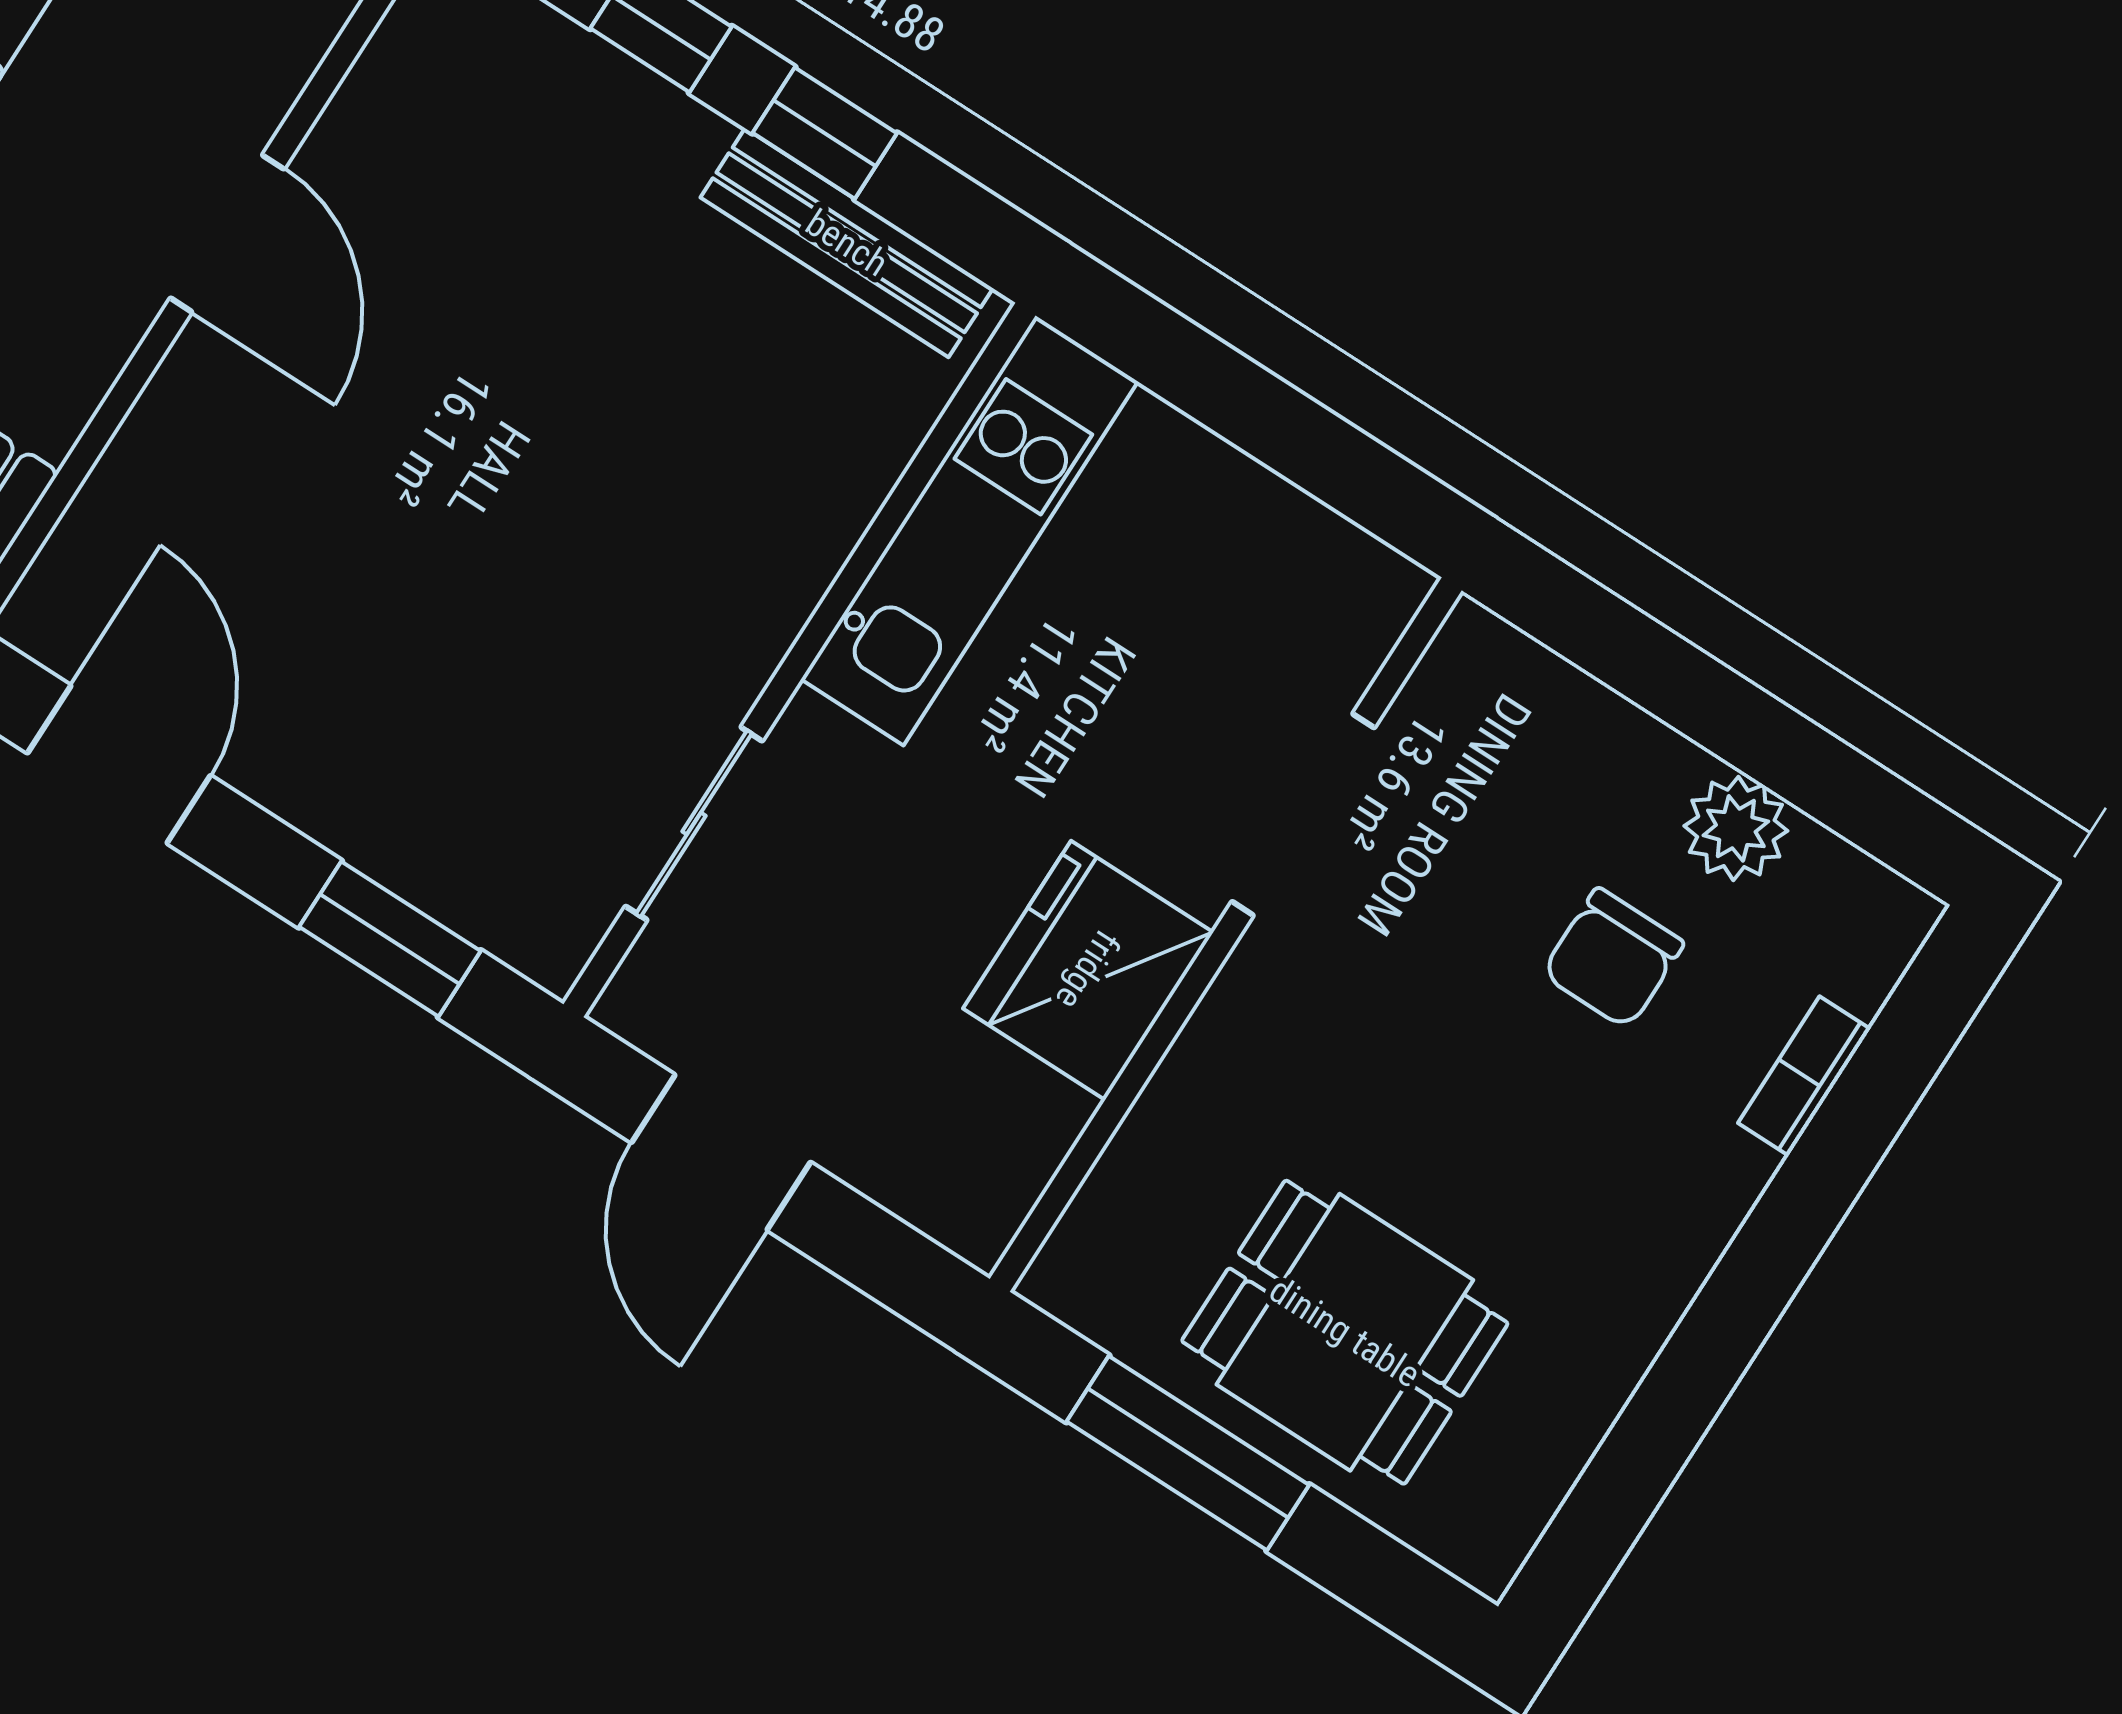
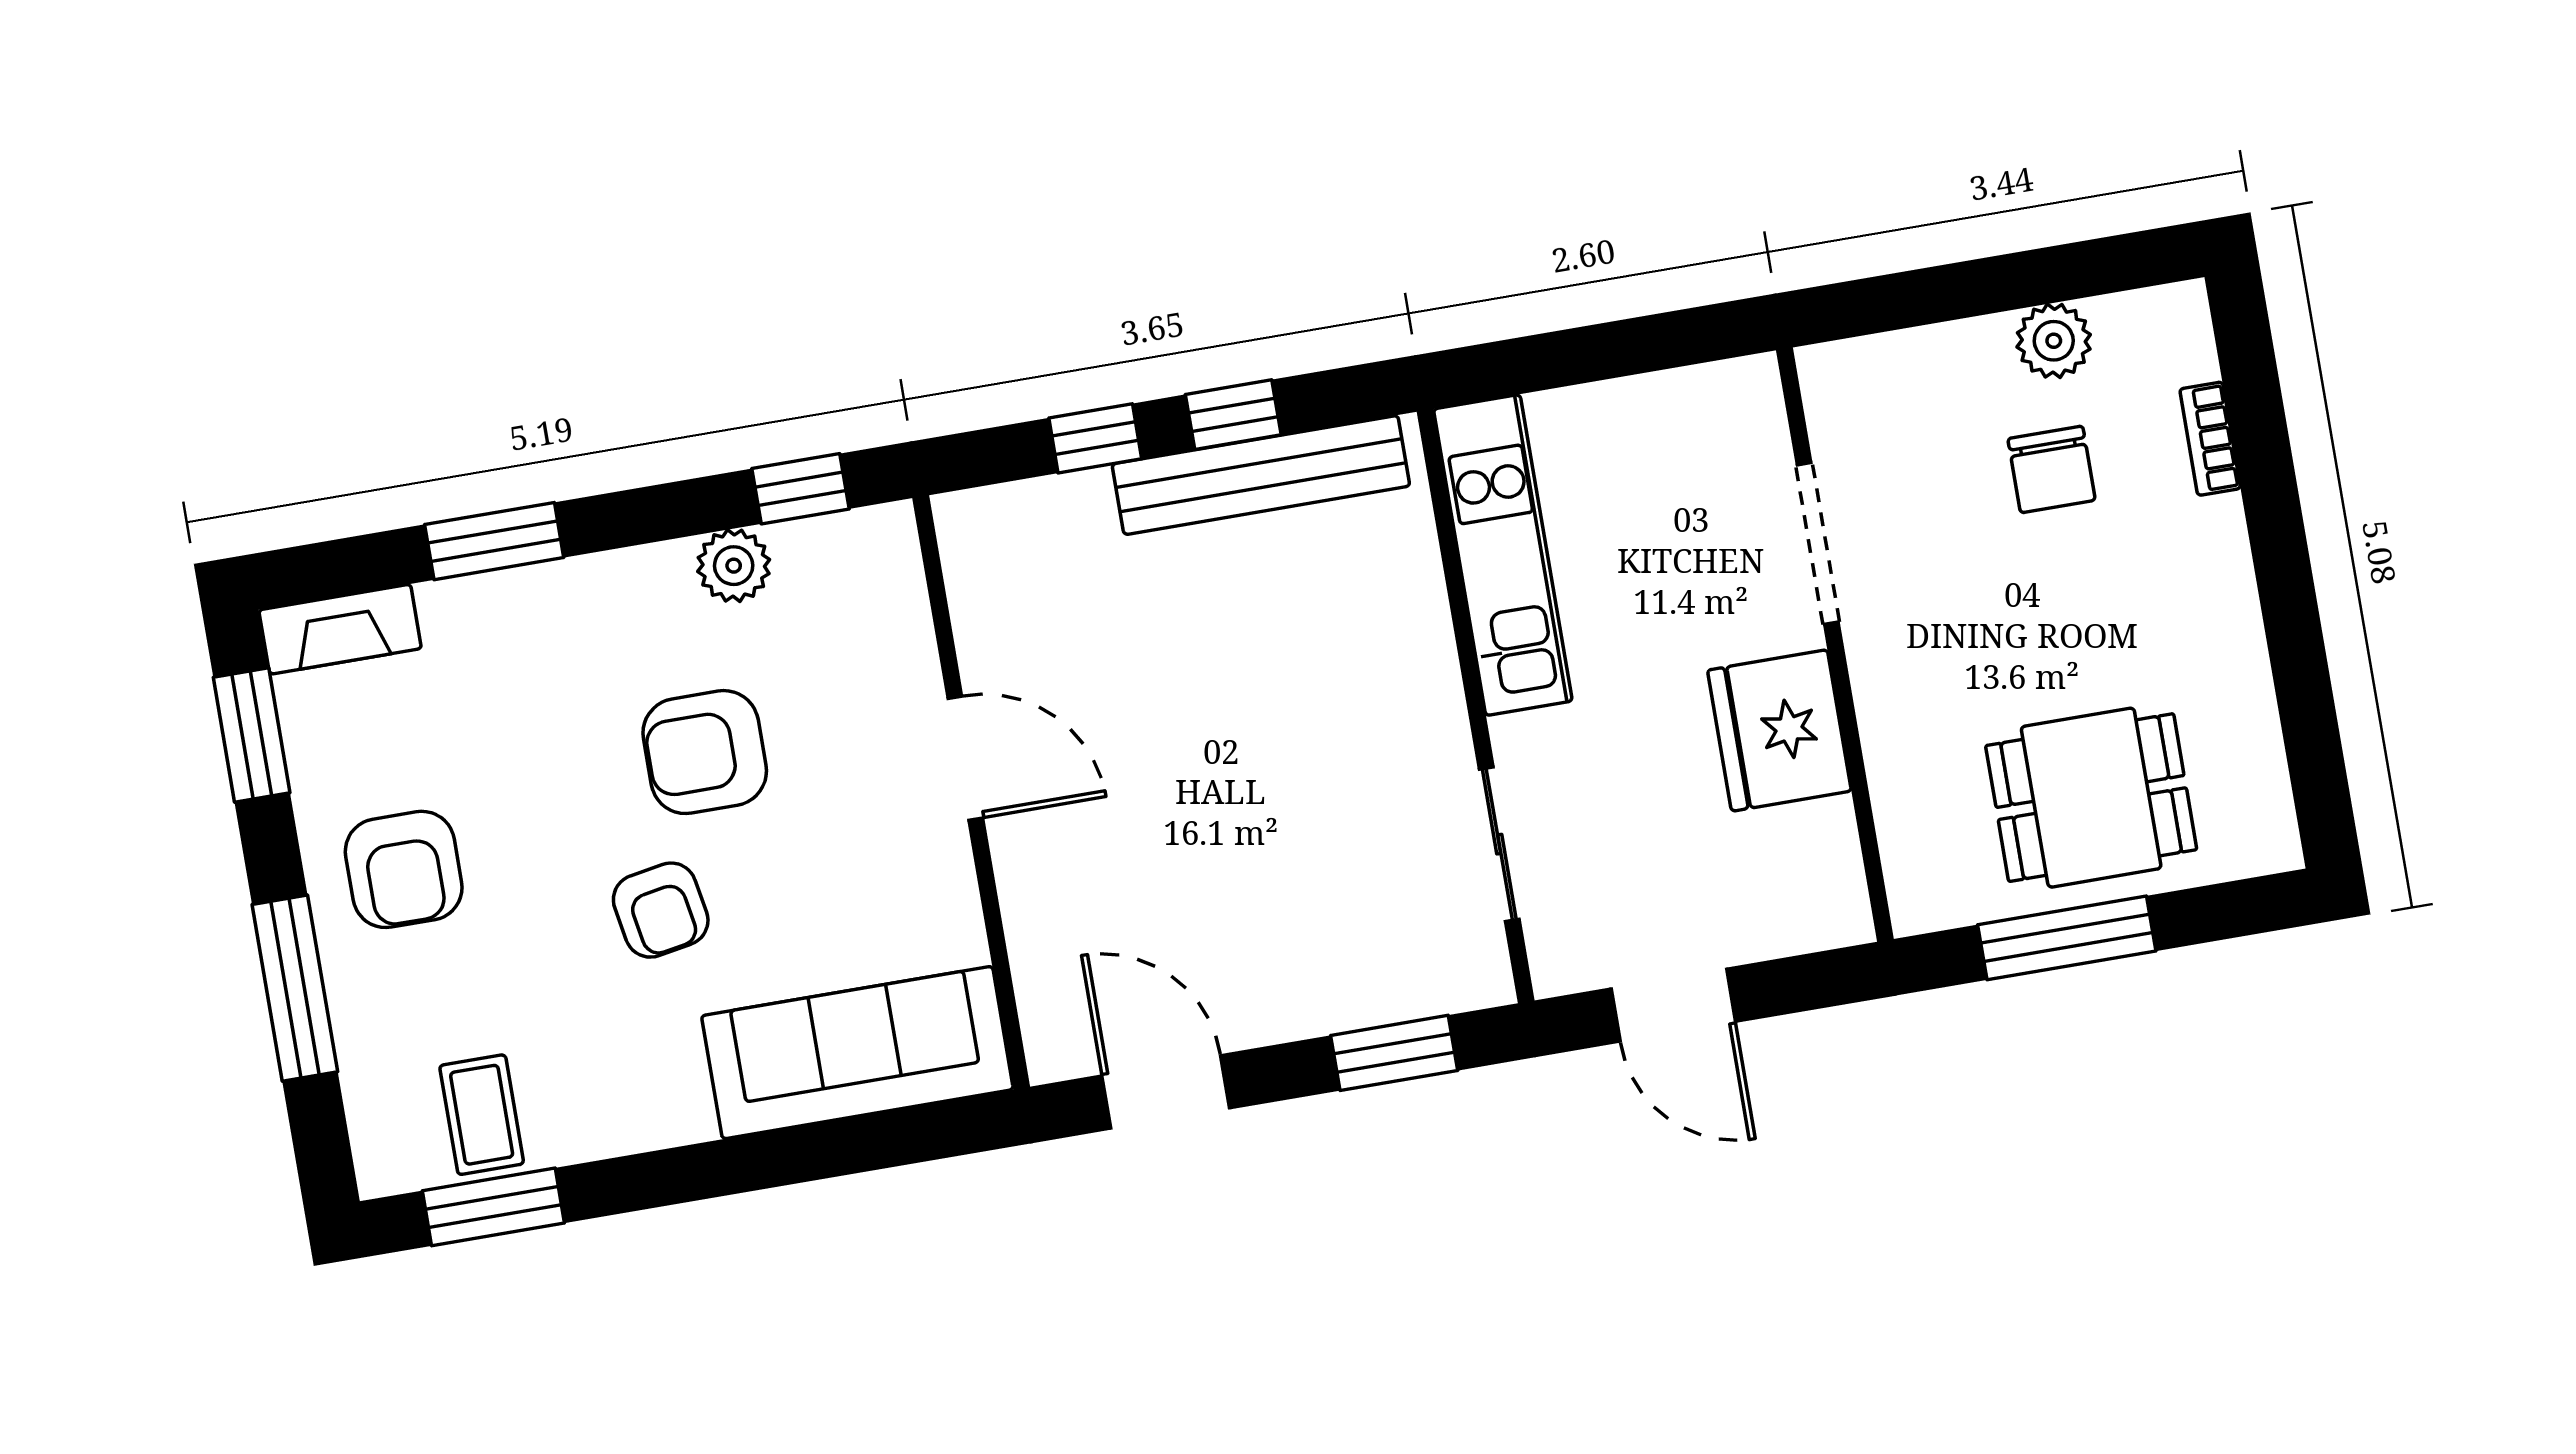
bench: (847, 243) -> (1261, 475), width x1.37, depth x1.21

